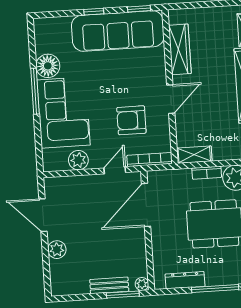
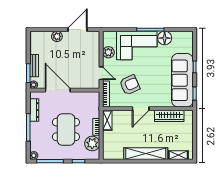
door: (171, 99) -> (141, 109), hinge flipped
armchair: (131, 120) -> (130, 85), turned 66
door: (146, 205) -> (58, 90), moved

